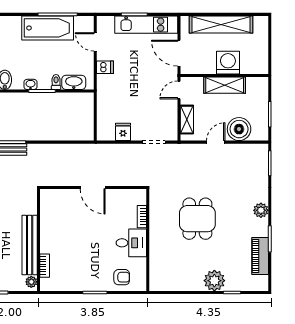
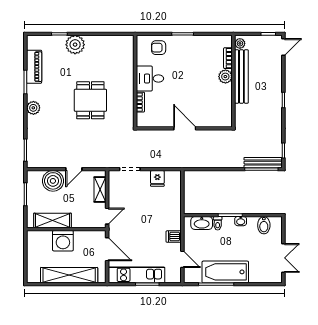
shelving: (225, 85) -> (53, 220), moved
plant: (47, 245) -> (225, 77), added

